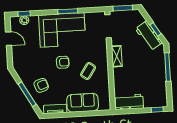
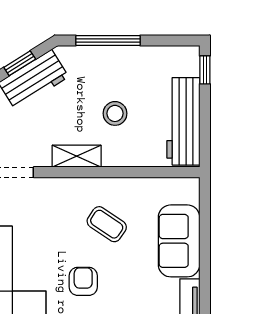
stool: (136, 72) -> (115, 113), added
workbench: (129, 102) -> (183, 121), width x1.38

